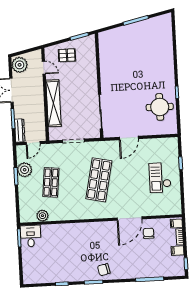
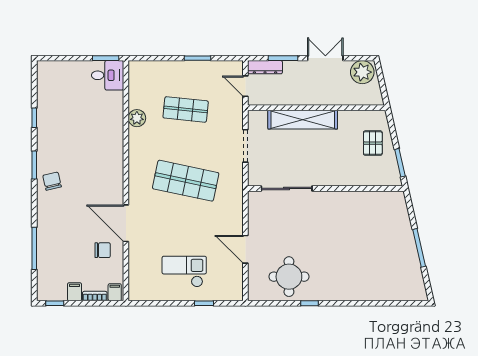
door: (44, 68) -> (356, 108), removed
door: (129, 138) -> (245, 249), moved
plant: (25, 170) -> (206, 71), removed
plant: (42, 216) -> (137, 118), moved

